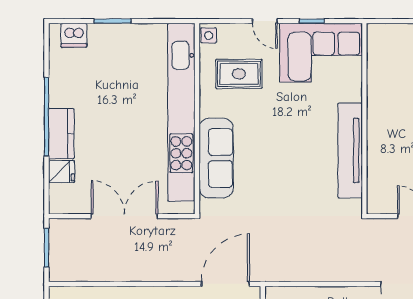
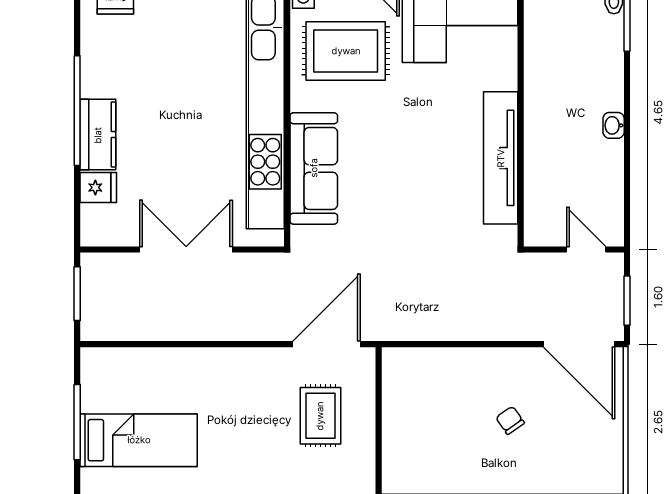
rug: (239, 74) -> (346, 51), width x1.36, depth x1.43

